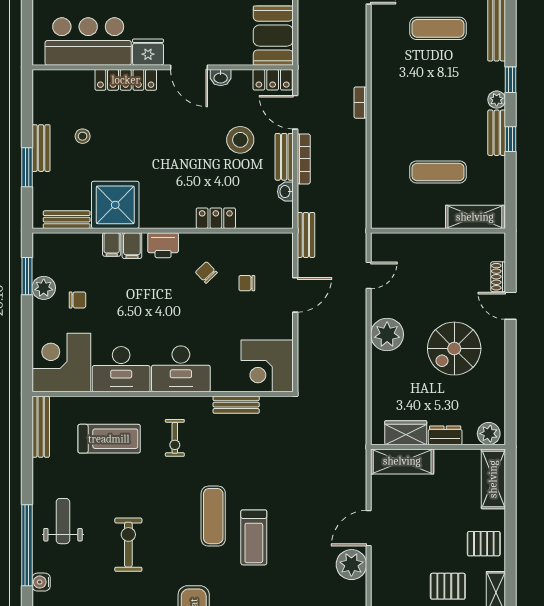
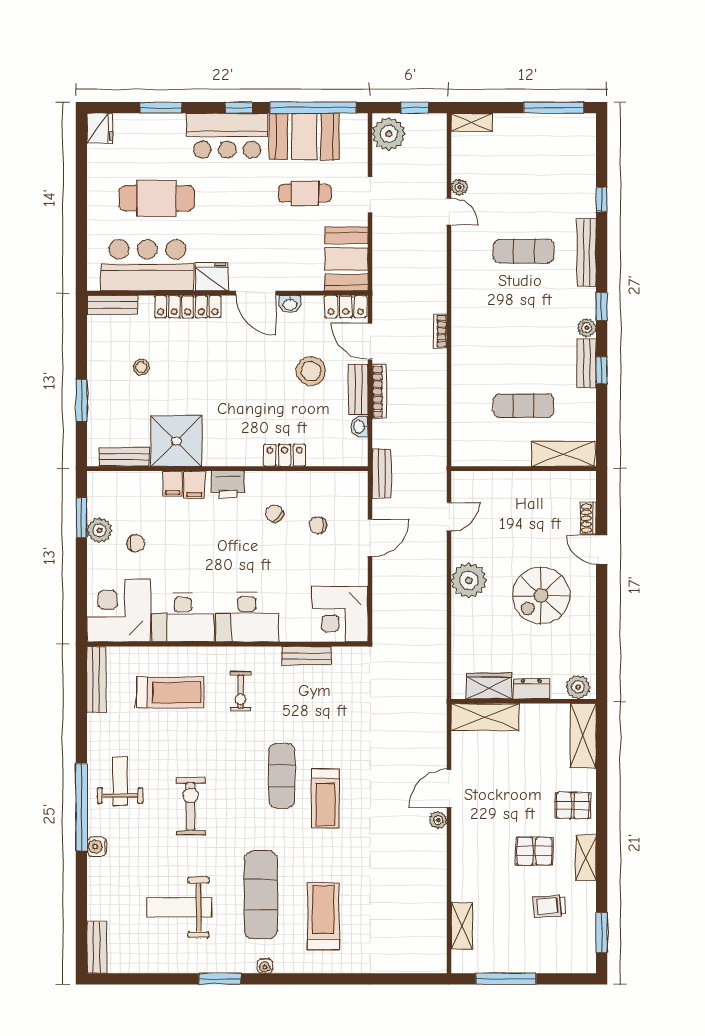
bench: (41, 148) -> (112, 305), moved, turned 90
plant: (351, 565) -> (438, 820), width x0.53, depth x0.53

